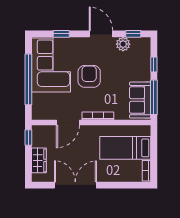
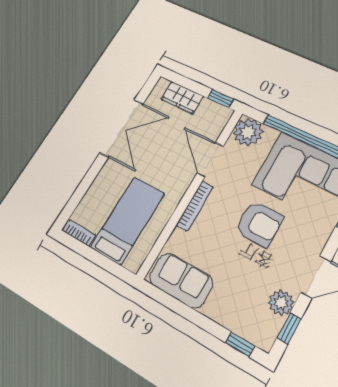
window: (154, 65) -> (240, 344), moved
window: (154, 97) -> (173, 304), removed
plant: (41, 111) -> (248, 132), added

